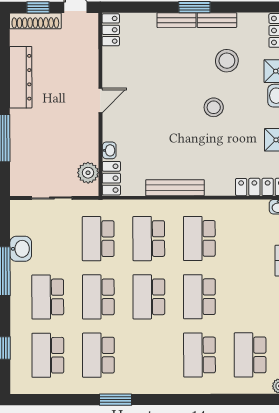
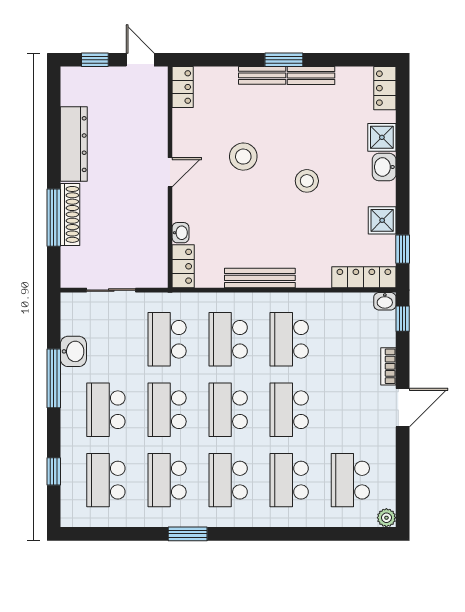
shoe rack: (35, 21) -> (70, 214), moved, turned -90
stool: (227, 61) -> (243, 157), moved
plant: (88, 173) -> (155, 260), removed
school desk: (149, 355) -> (228, 480), added

